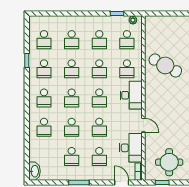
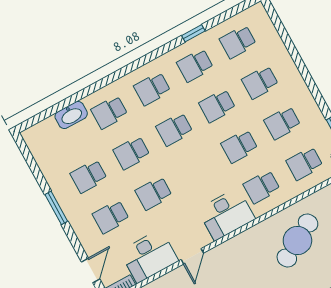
cafe table: (165, 65) -> (297, 240), turned 31
school desk: (99, 98) -> (197, 170), removed
washbasin: (34, 171) -> (71, 115), moved

